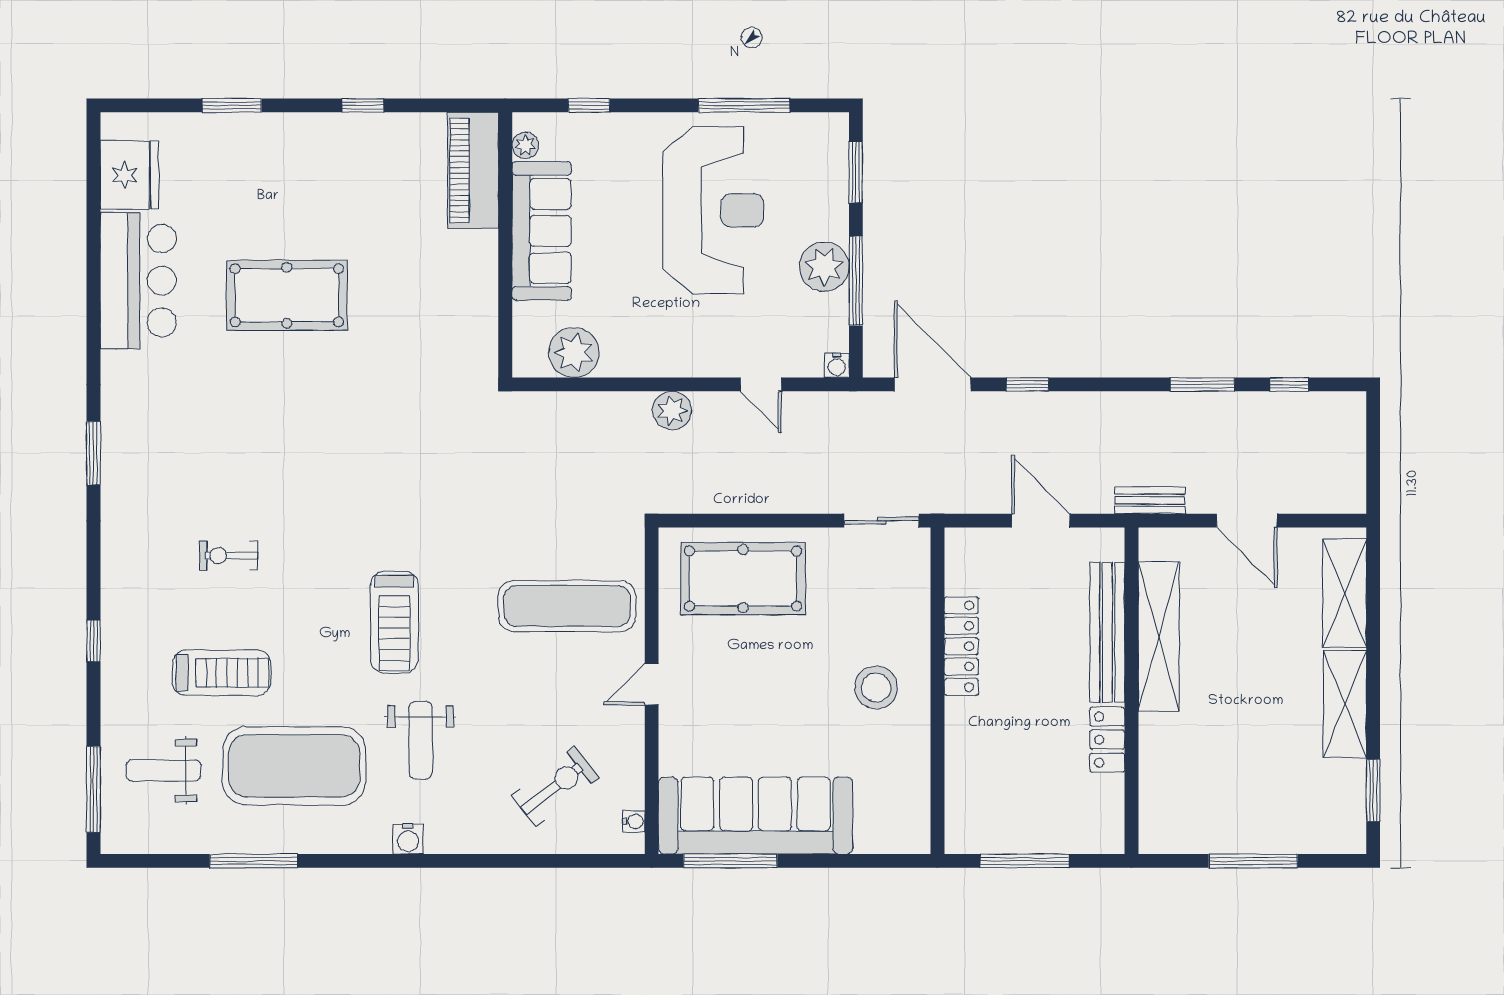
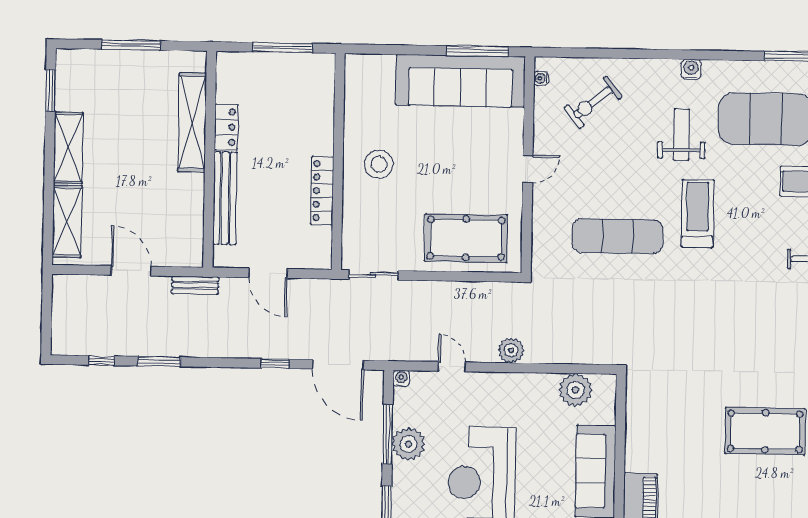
exercise mat: (567, 606) -> (617, 236), moved
shelving: (1159, 636) -> (192, 122), moved

